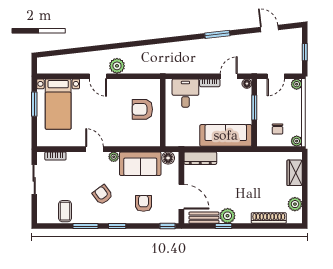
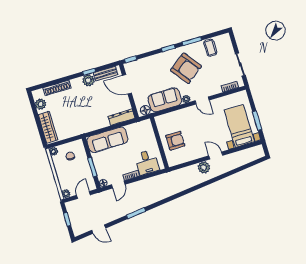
wardrobe: (295, 173) -> (48, 127), width x1.50
armchair: (103, 195) -> (186, 68), width x1.88, depth x1.88
armchair: (143, 203) -> (154, 71), removed

